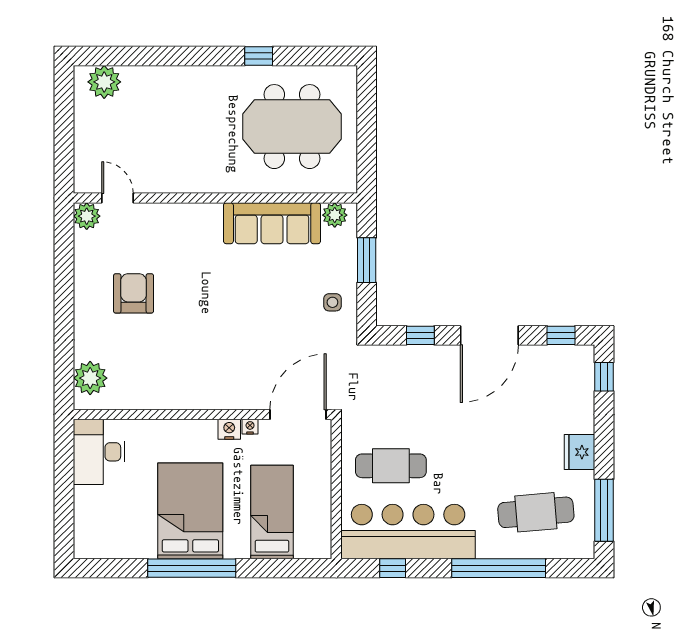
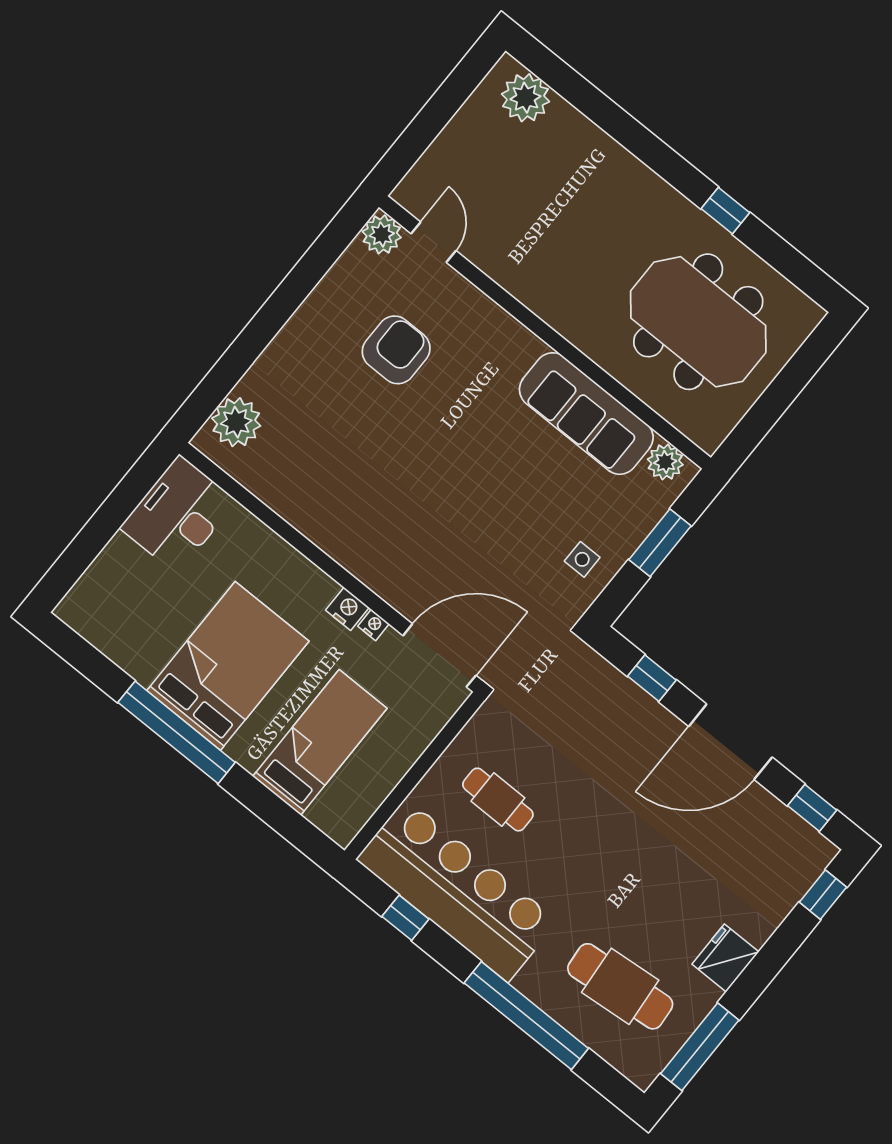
armchair: (134, 293) -> (396, 350), moved
cafe table: (391, 466) -> (498, 800), width x0.73, depth x0.74

